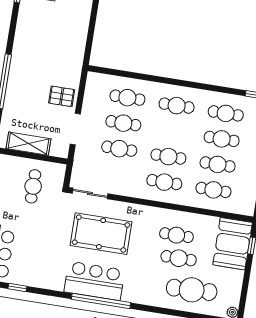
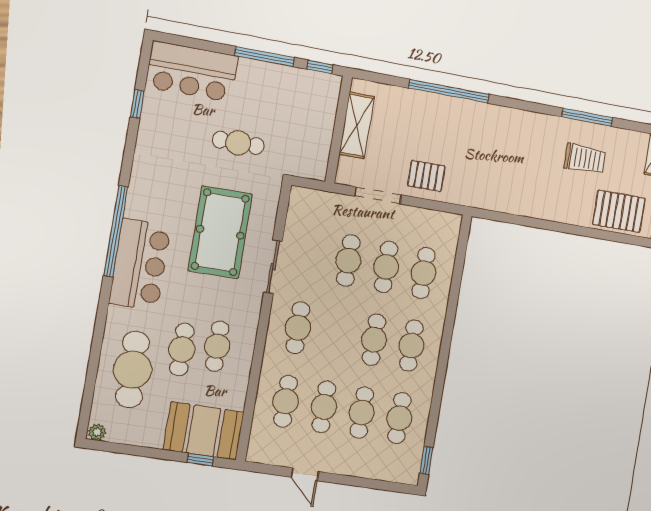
pallet: (62, 96) -> (426, 176), turned 90
cafe table: (168, 157) -> (374, 340), moved
cafe table: (33, 186) -> (238, 143), moved
sliding door: (90, 193) -> (273, 267), moved
bar counter: (94, 281) -> (140, 265), moved

